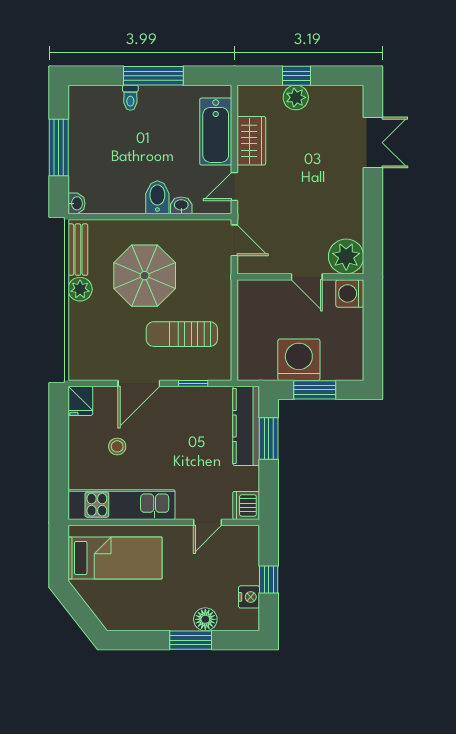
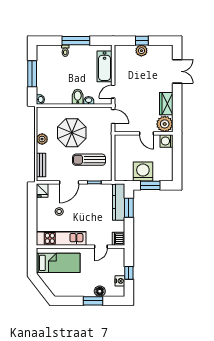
wardrobe: (251, 141) -> (166, 104), moved, turned 180
bench: (78, 250) -> (41, 165), moved

